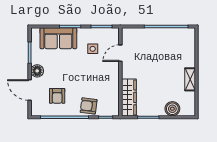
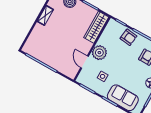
door: (120, 53) -> (85, 62), swing flipped
plant: (110, 72) -> (99, 53), added

